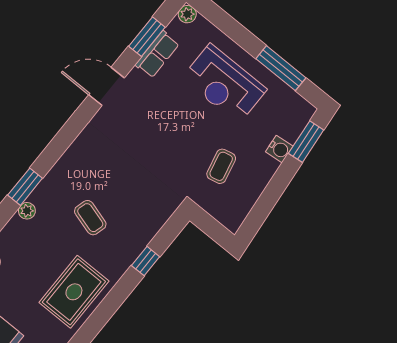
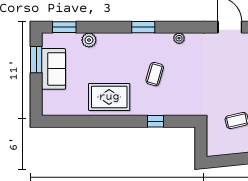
plant: (27, 211) -> (179, 38), moved

